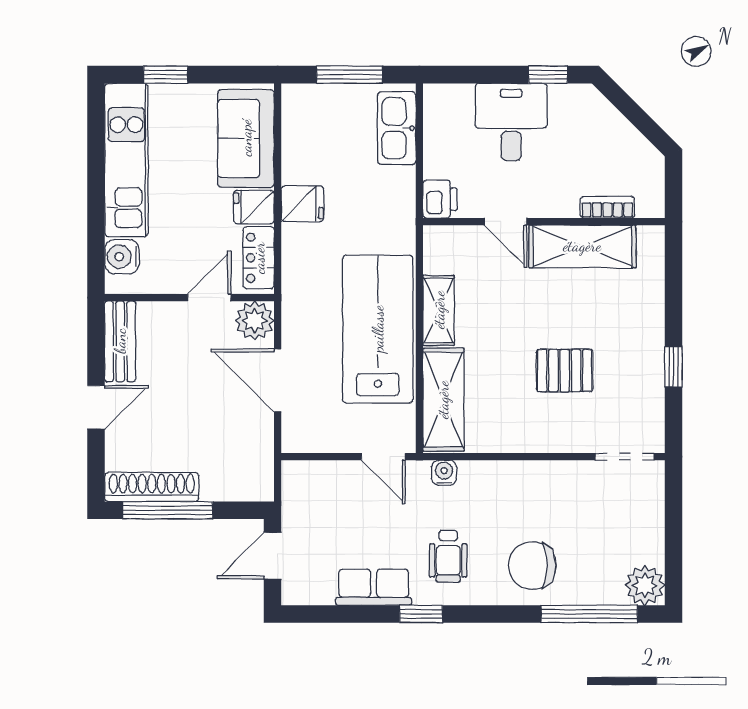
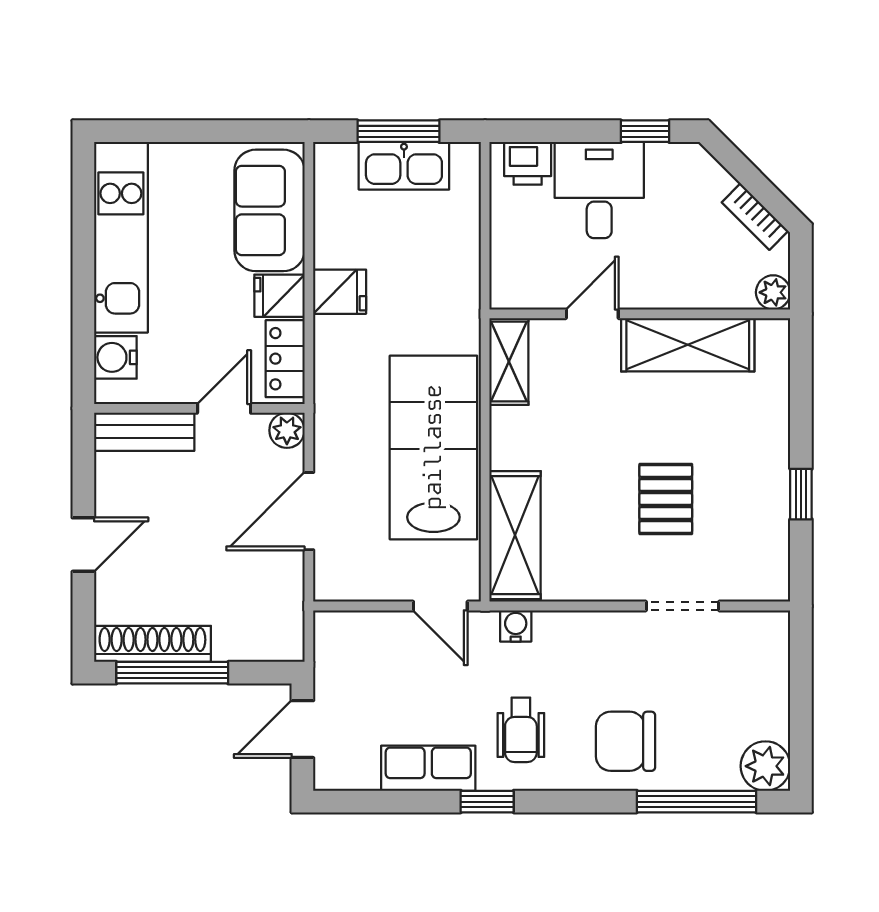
window: (166, 75) -> (170, 131), removed
kitchen sink: (397, 128) -> (404, 166), moved, turned -90
printer: (440, 199) -> (528, 163), moved, turned 90
plant: (651, 204) -> (773, 292), added
bookcase: (607, 207) -> (755, 217), moved, turned -135
door: (506, 222) -> (592, 314), swing flipped
shelving: (439, 310) -> (509, 362), moved
plant: (255, 321) -> (287, 430), width x0.73, depth x0.73
bench: (120, 341) -> (144, 432), moved, turned 90
pallet: (565, 371) -> (666, 499), turned 90
door: (278, 380) -> (309, 511), hinge flipped
doorway: (625, 457) -> (682, 606), moved

